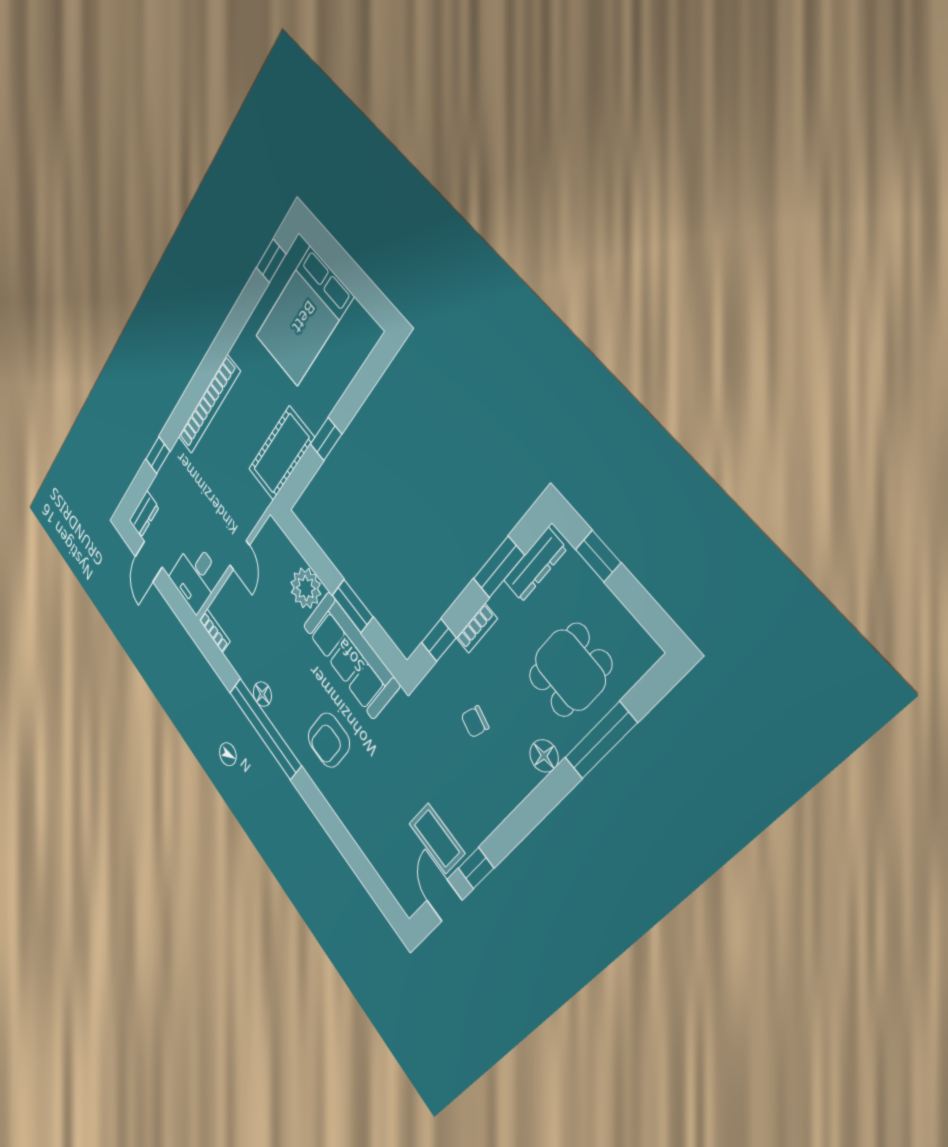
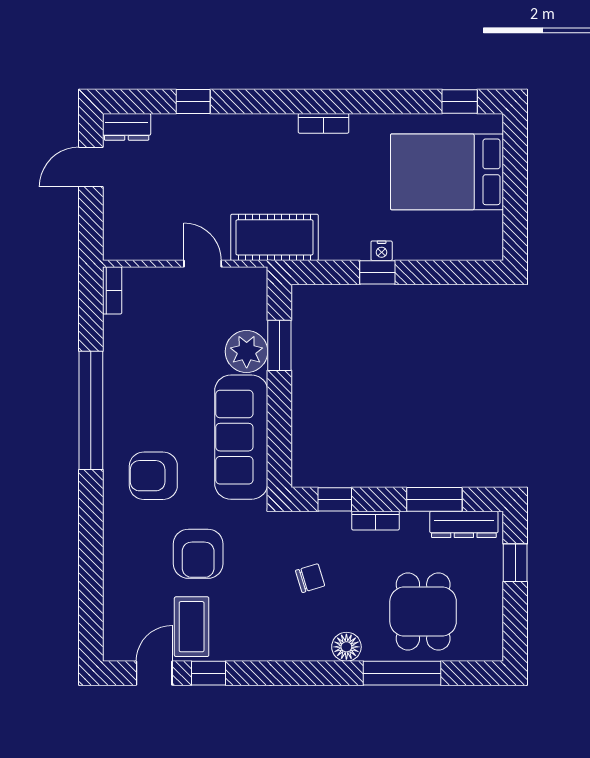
bookcase: (209, 405) -> (324, 123), width x0.43, depth x0.76
nightstand: (316, 421) -> (382, 251), added
cot: (281, 453) -> (274, 237), moved
door: (240, 555) -> (203, 264), swing flipped
desk: (195, 576) -> (135, 231), removed
window: (352, 606) -> (279, 345), moved
dining table: (570, 670) -> (423, 611), turned 90
floor lamp: (262, 694) -> (116, 383), removed
chair: (475, 722) -> (310, 578), turned 148
armchair: (396, 774) -> (198, 554), added

